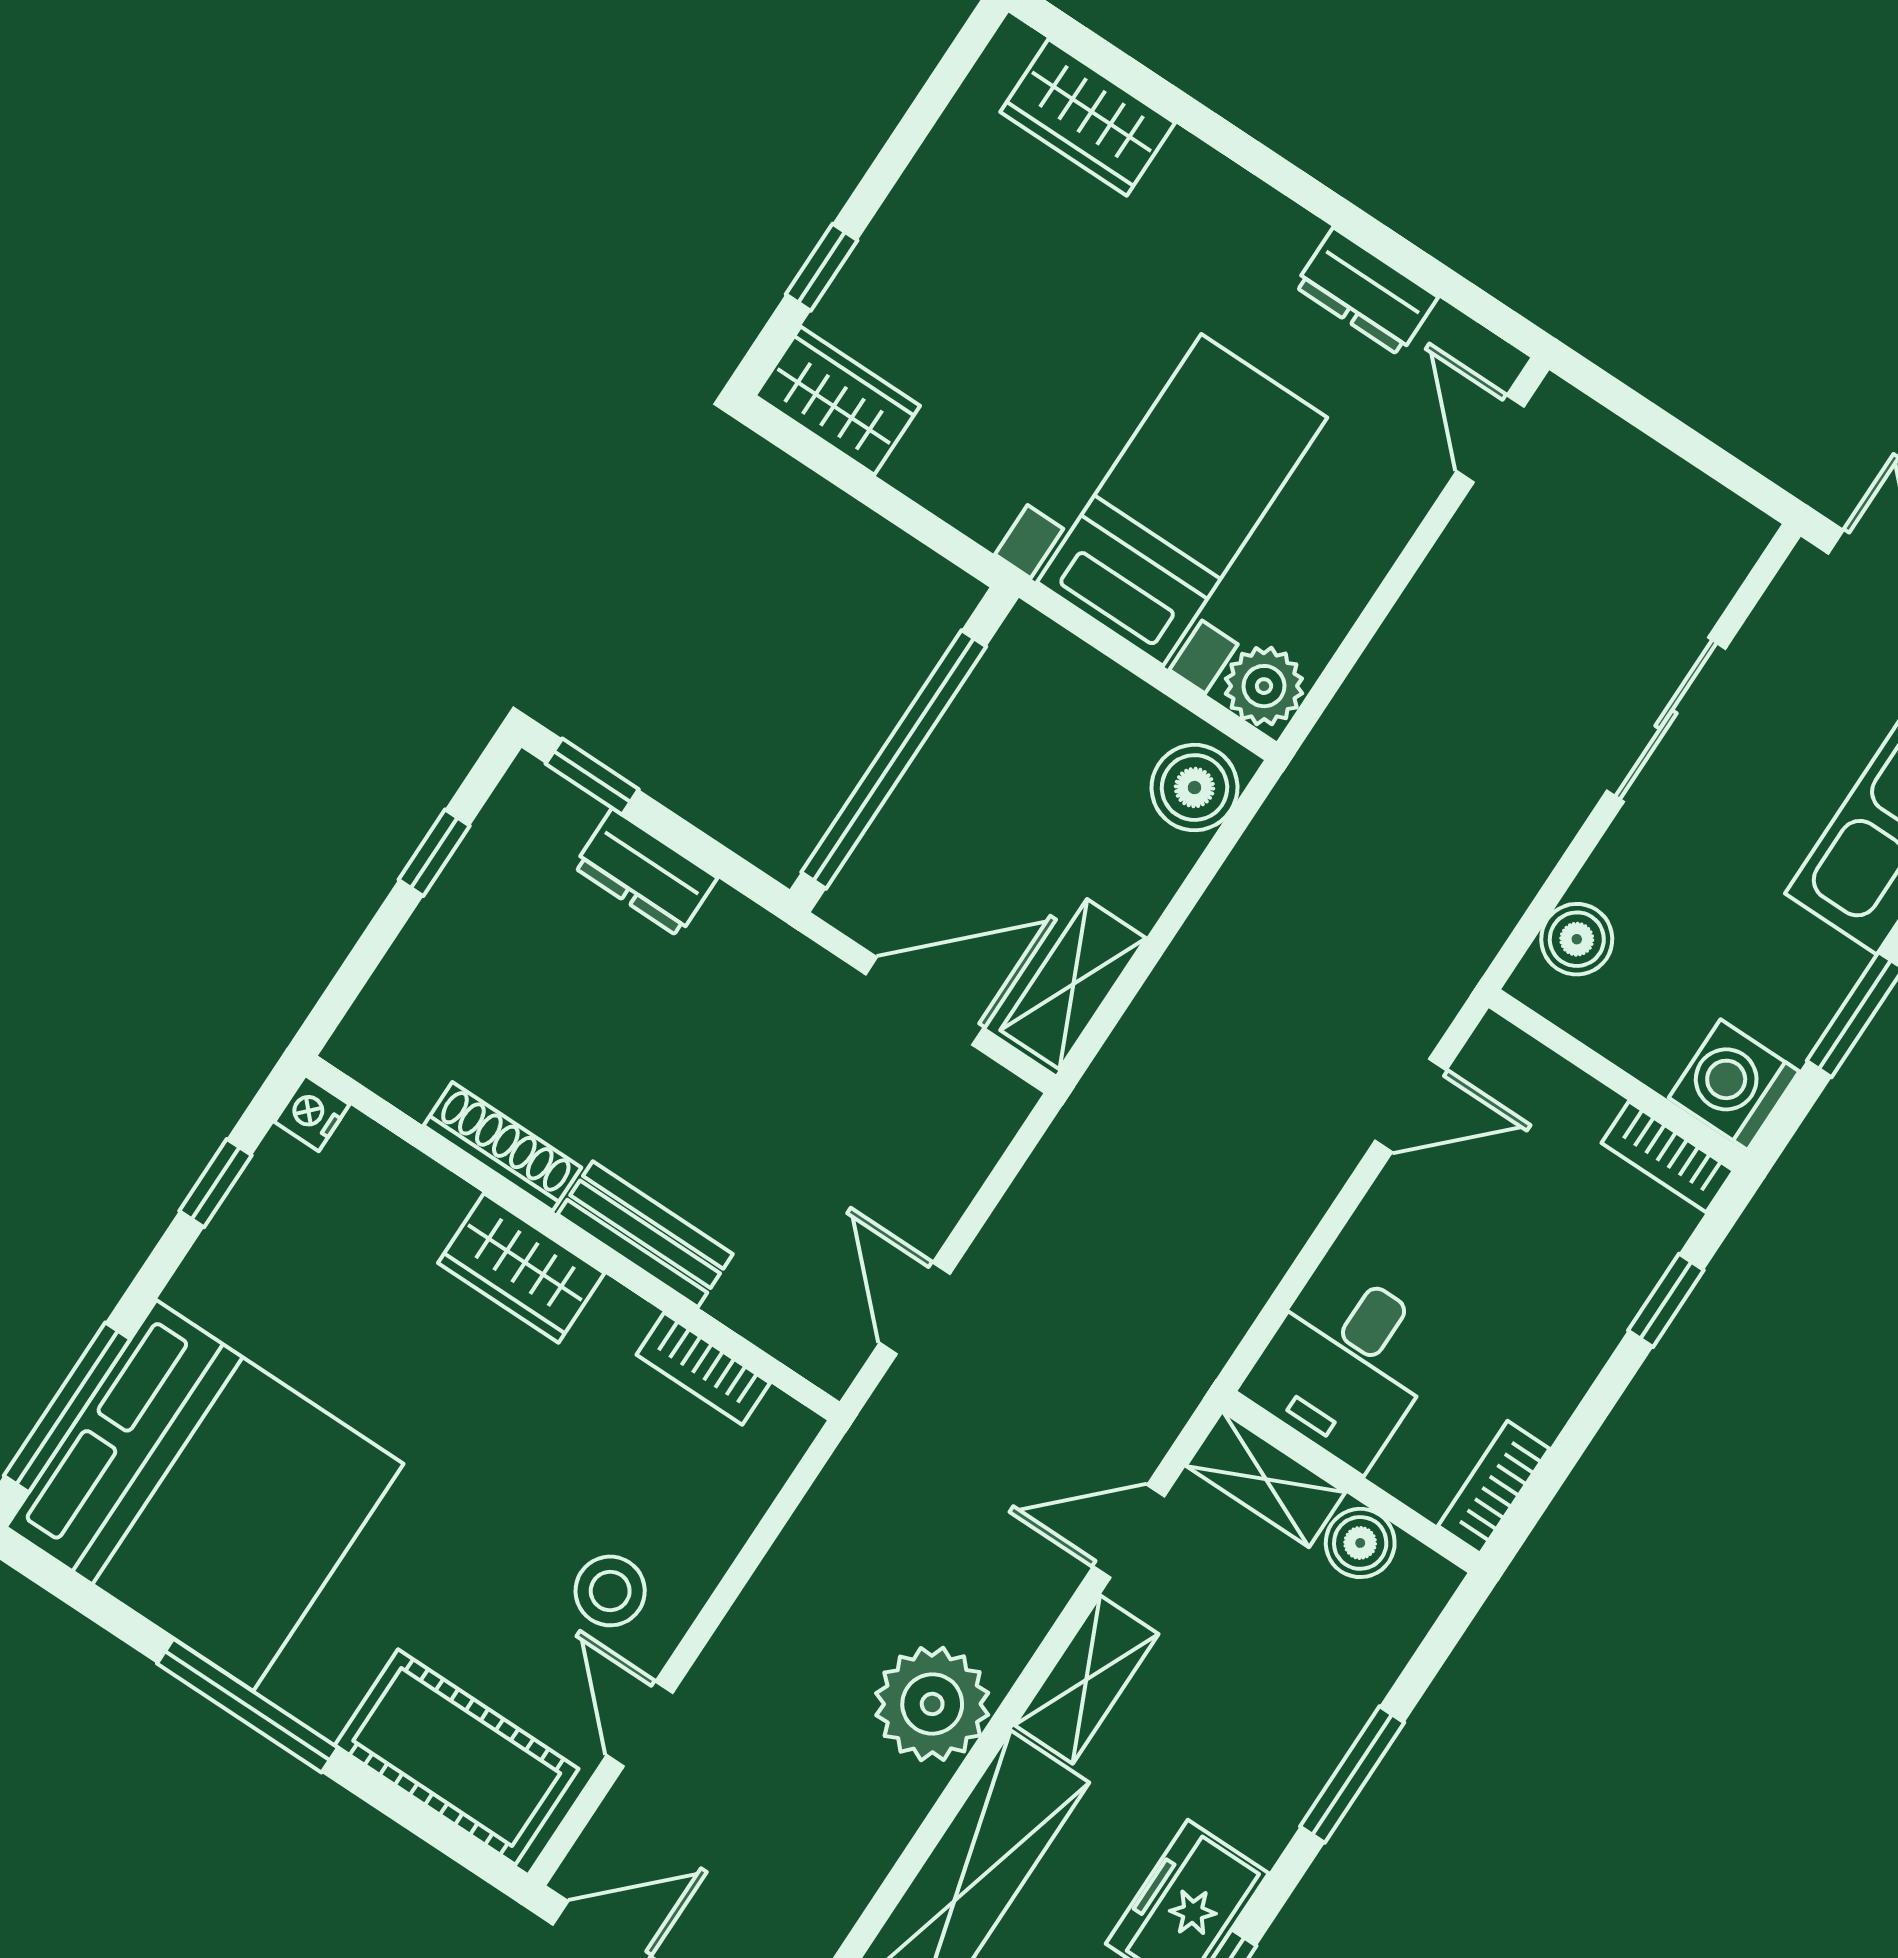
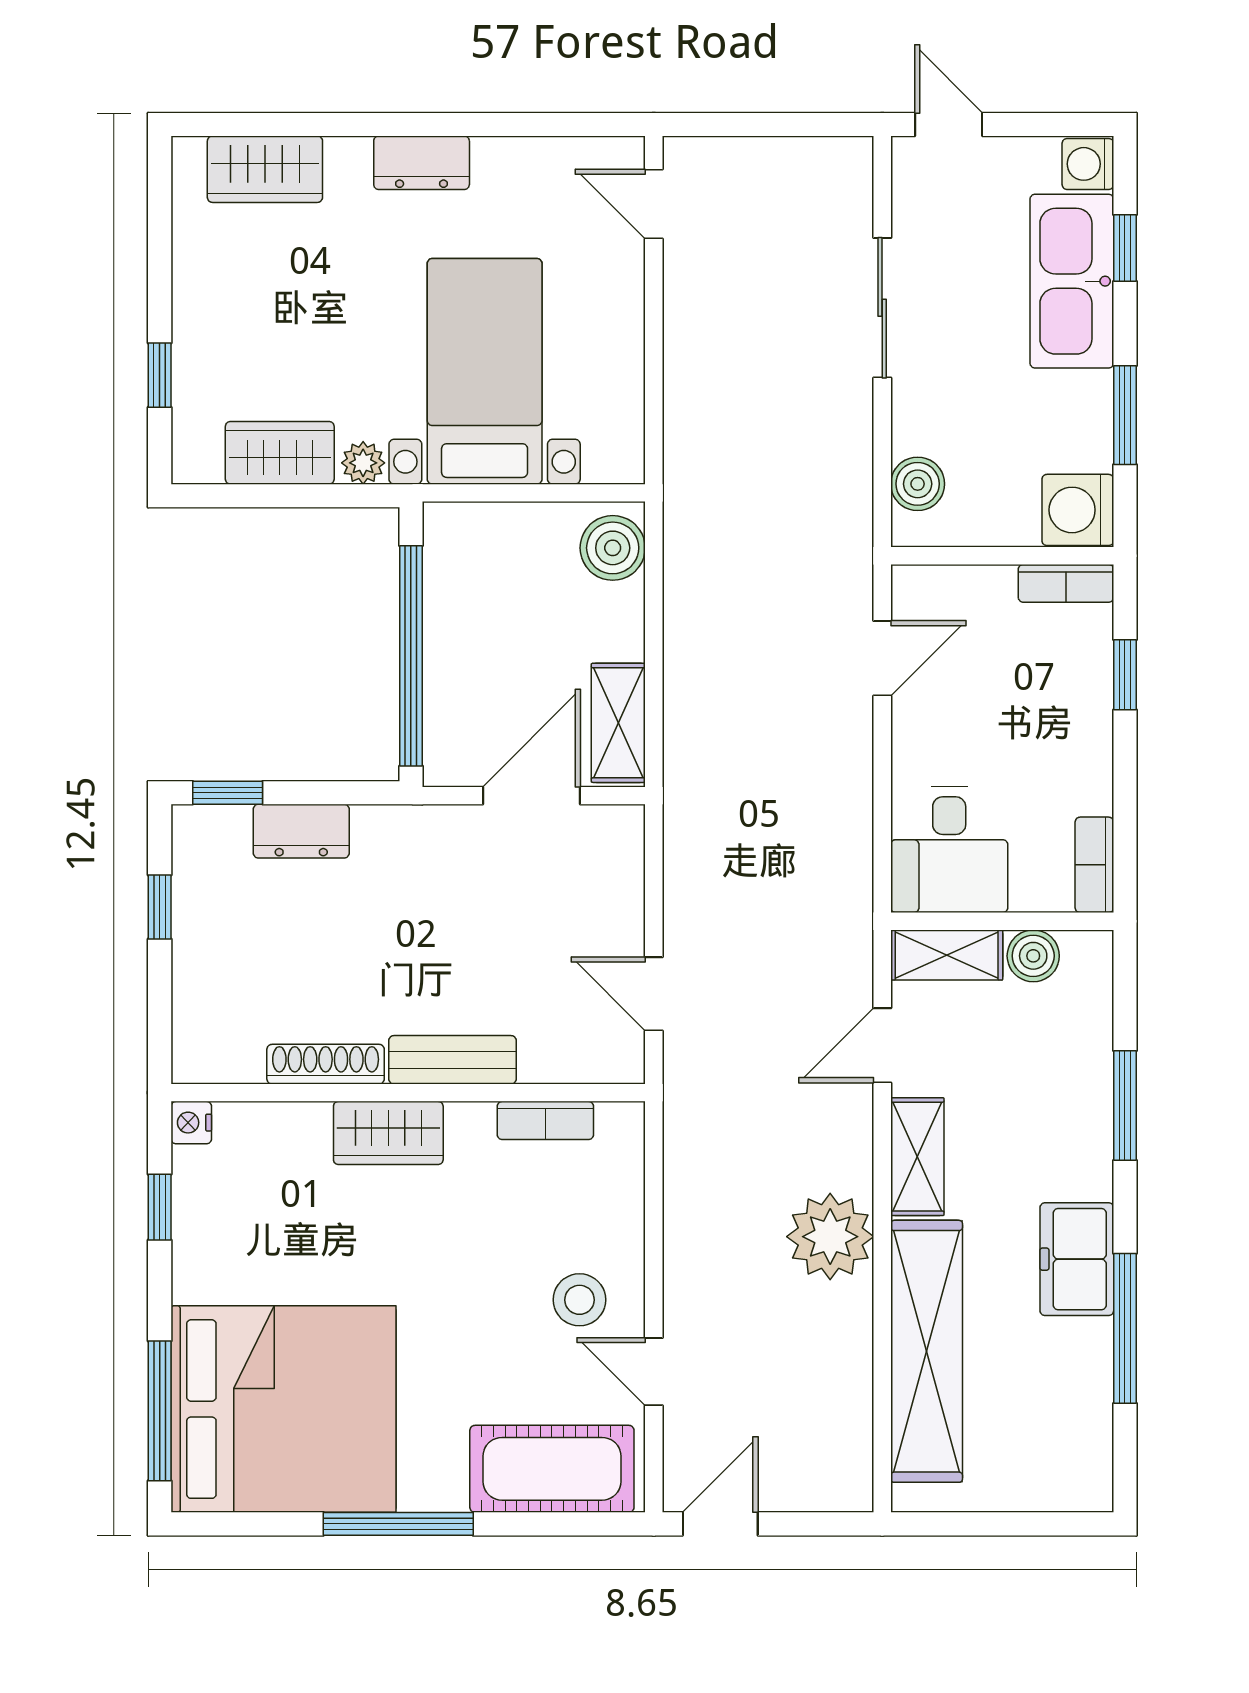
dresser: (1366, 292) -> (422, 163), moved
wardrobe: (837, 401) -> (280, 453), moved
plant: (1264, 686) -> (363, 463), moved, width x0.73, depth x0.73

